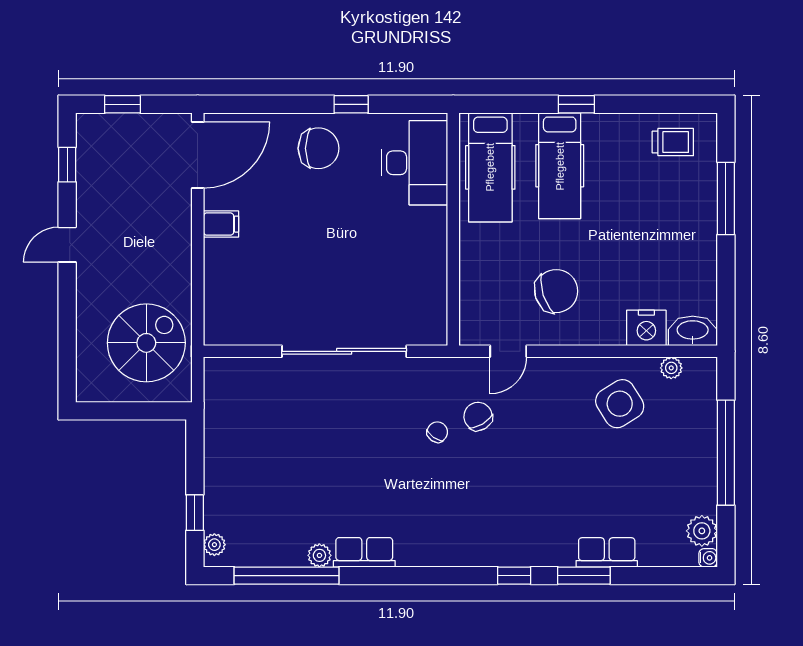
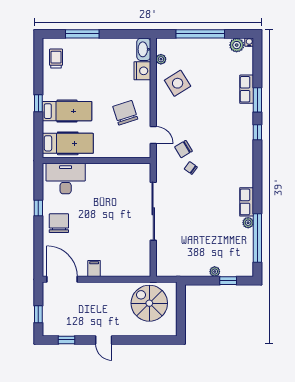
plant: (214, 545) -> (215, 272), moved

